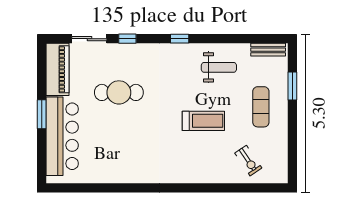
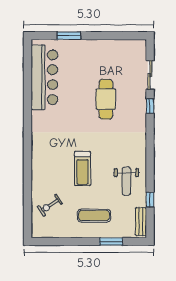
window: (180, 39) -> (150, 200), moved
piano: (57, 69) -> (125, 49), removed
window: (42, 114) -> (69, 36), moved
bar counter: (62, 136) -> (44, 77), moved, turned -90

